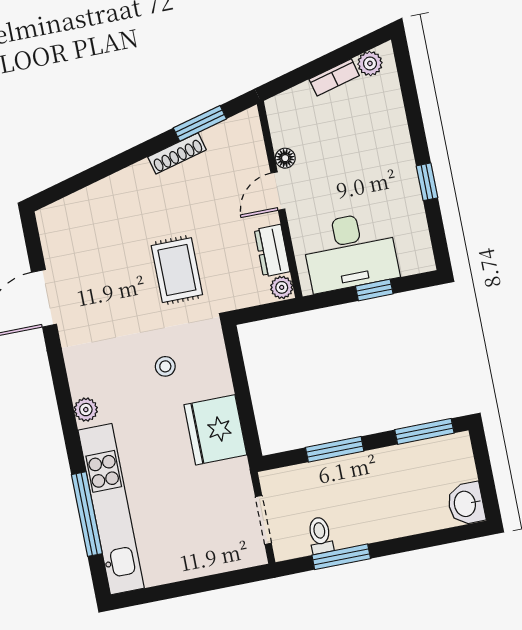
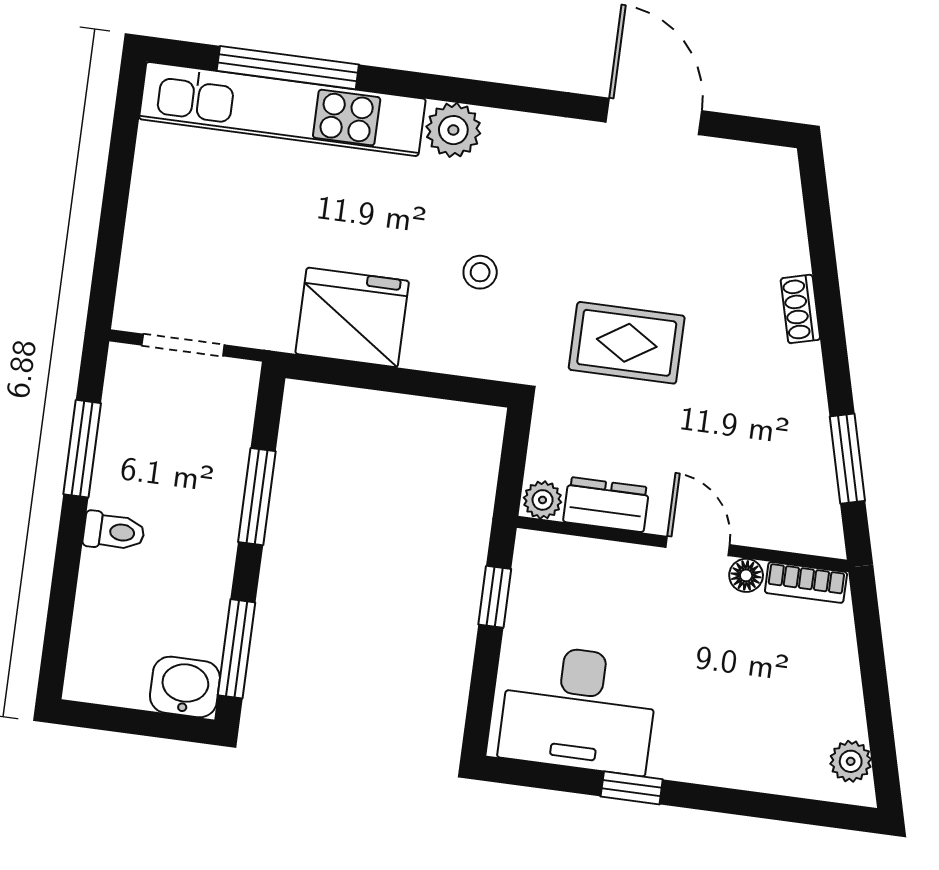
bookcase: (334, 77) -> (806, 582), moved, turned -75
shoe rack: (177, 153) -> (800, 309), moved, width x0.70
desk: (350, 252) -> (579, 709), moved, turned -90
window: (374, 290) -> (495, 597), moved
plant: (86, 410) -> (453, 130), width x1.38, depth x1.38
washbasin: (466, 504) -> (185, 687), moved
toilet: (320, 535) -> (114, 531), moved

